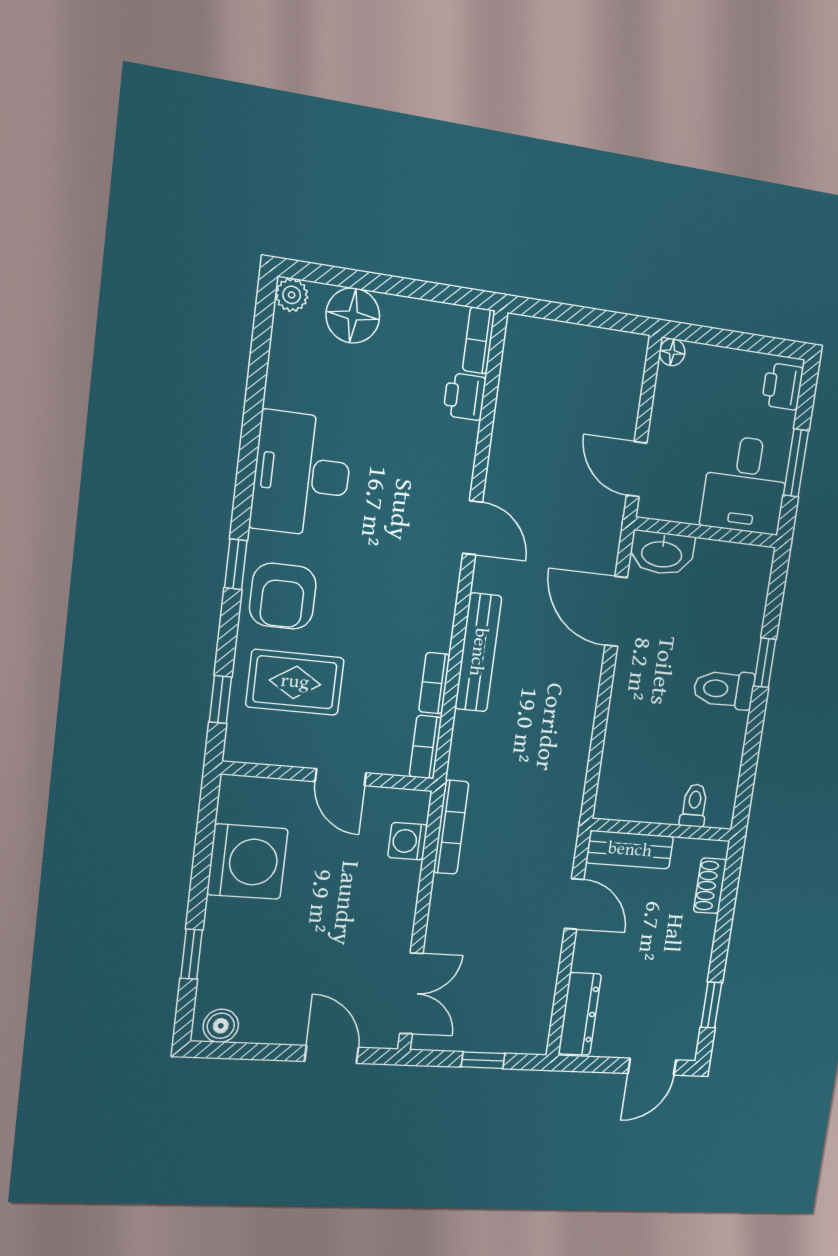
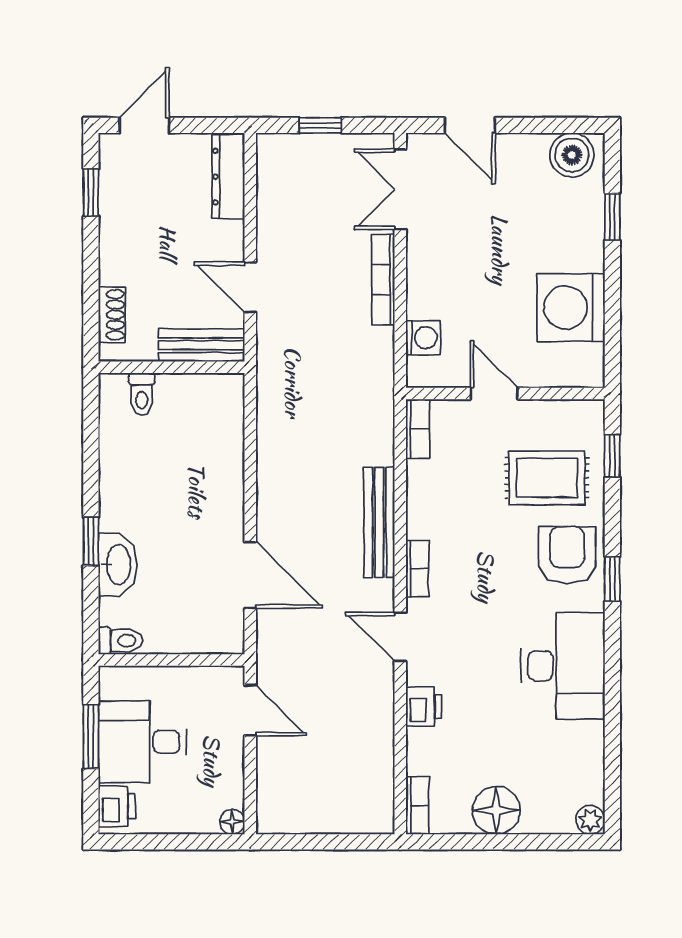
floor lamp: (353, 316) -> (496, 810), moved
printer: (465, 397) -> (424, 707), moved
desk: (745, 485) -> (142, 742), moved, turned -90
washbasin: (662, 553) -> (118, 565), moved, turned 90
bookcase: (434, 683) -> (417, 569), moved
toilet: (724, 689) -> (121, 641), moved, width x0.73, depth x0.72
bookcase: (451, 827) -> (383, 280), moved
boiler: (221, 1026) -> (572, 155), width x1.36, depth x1.36

